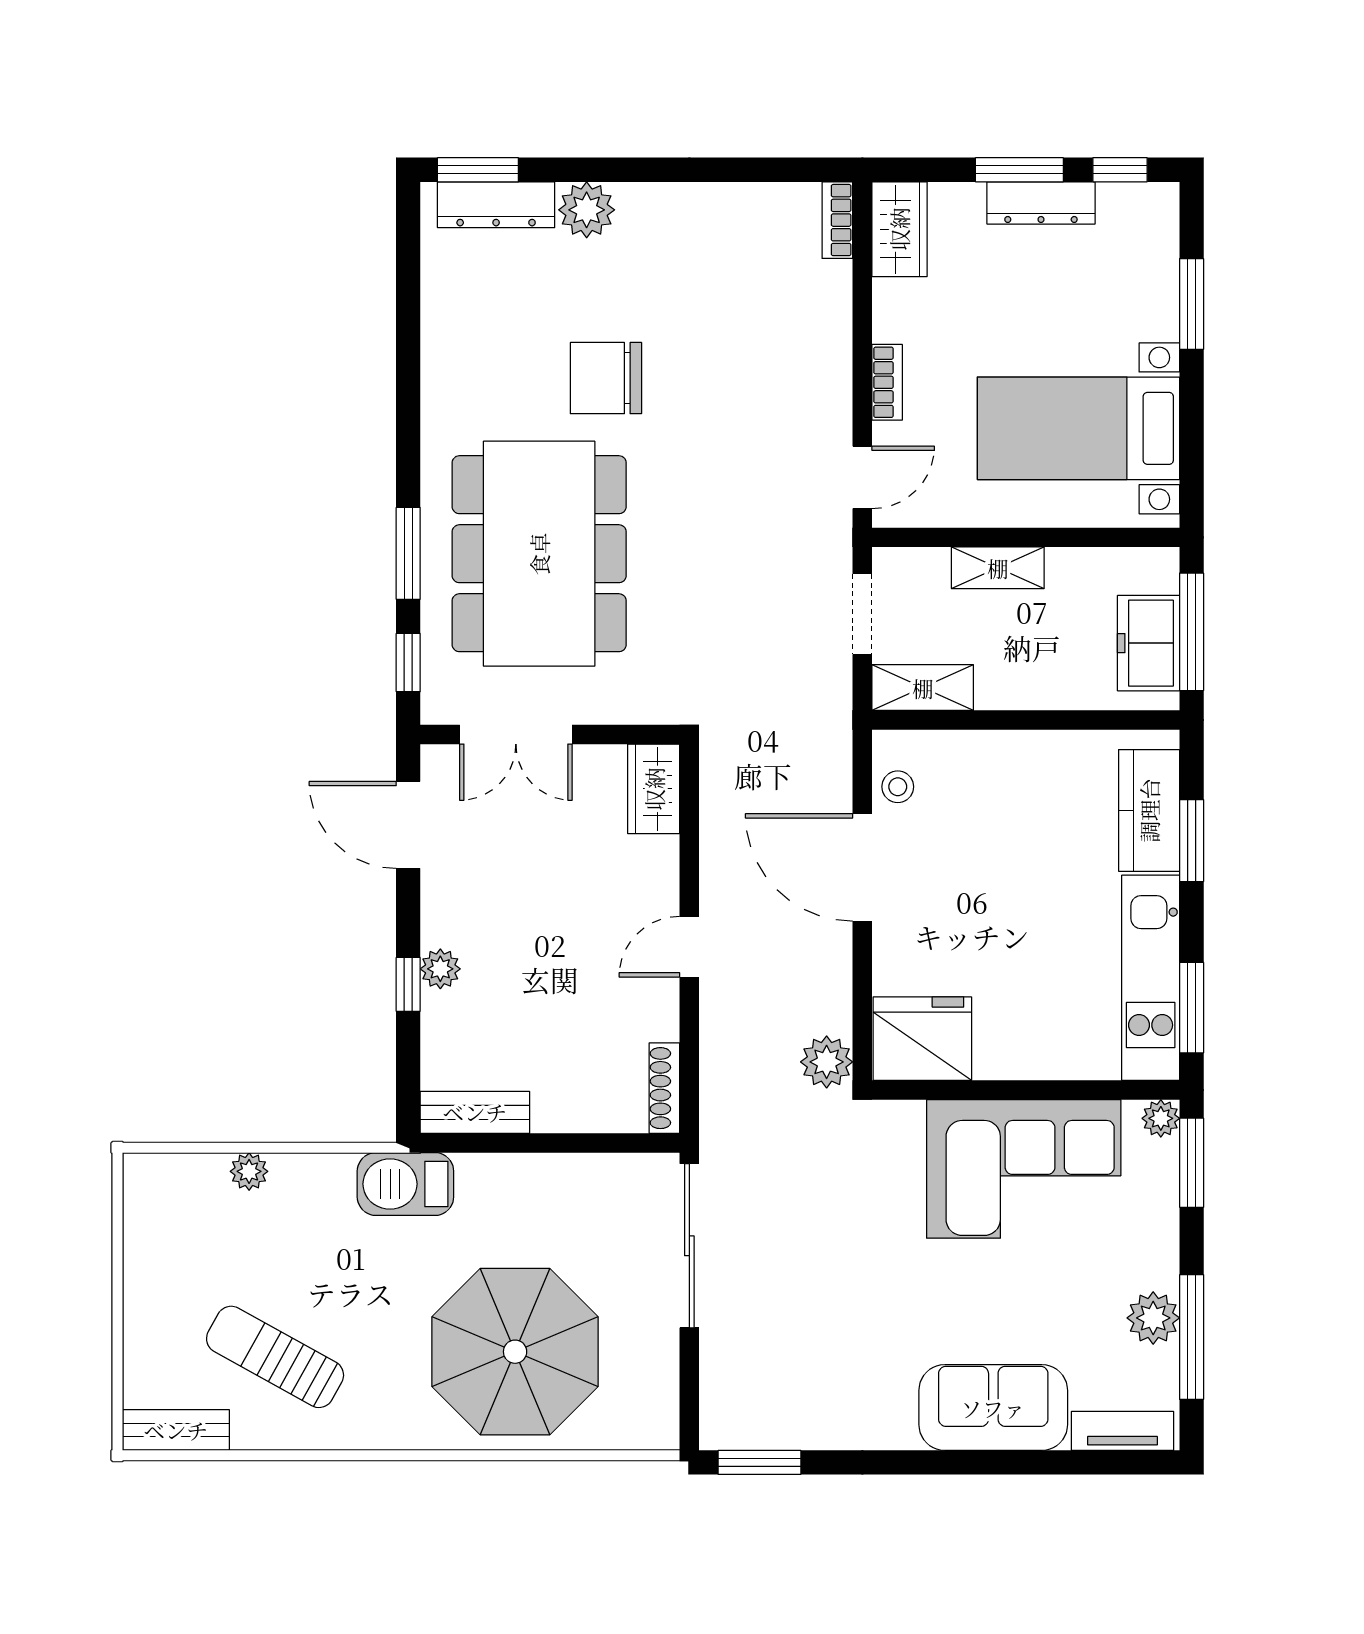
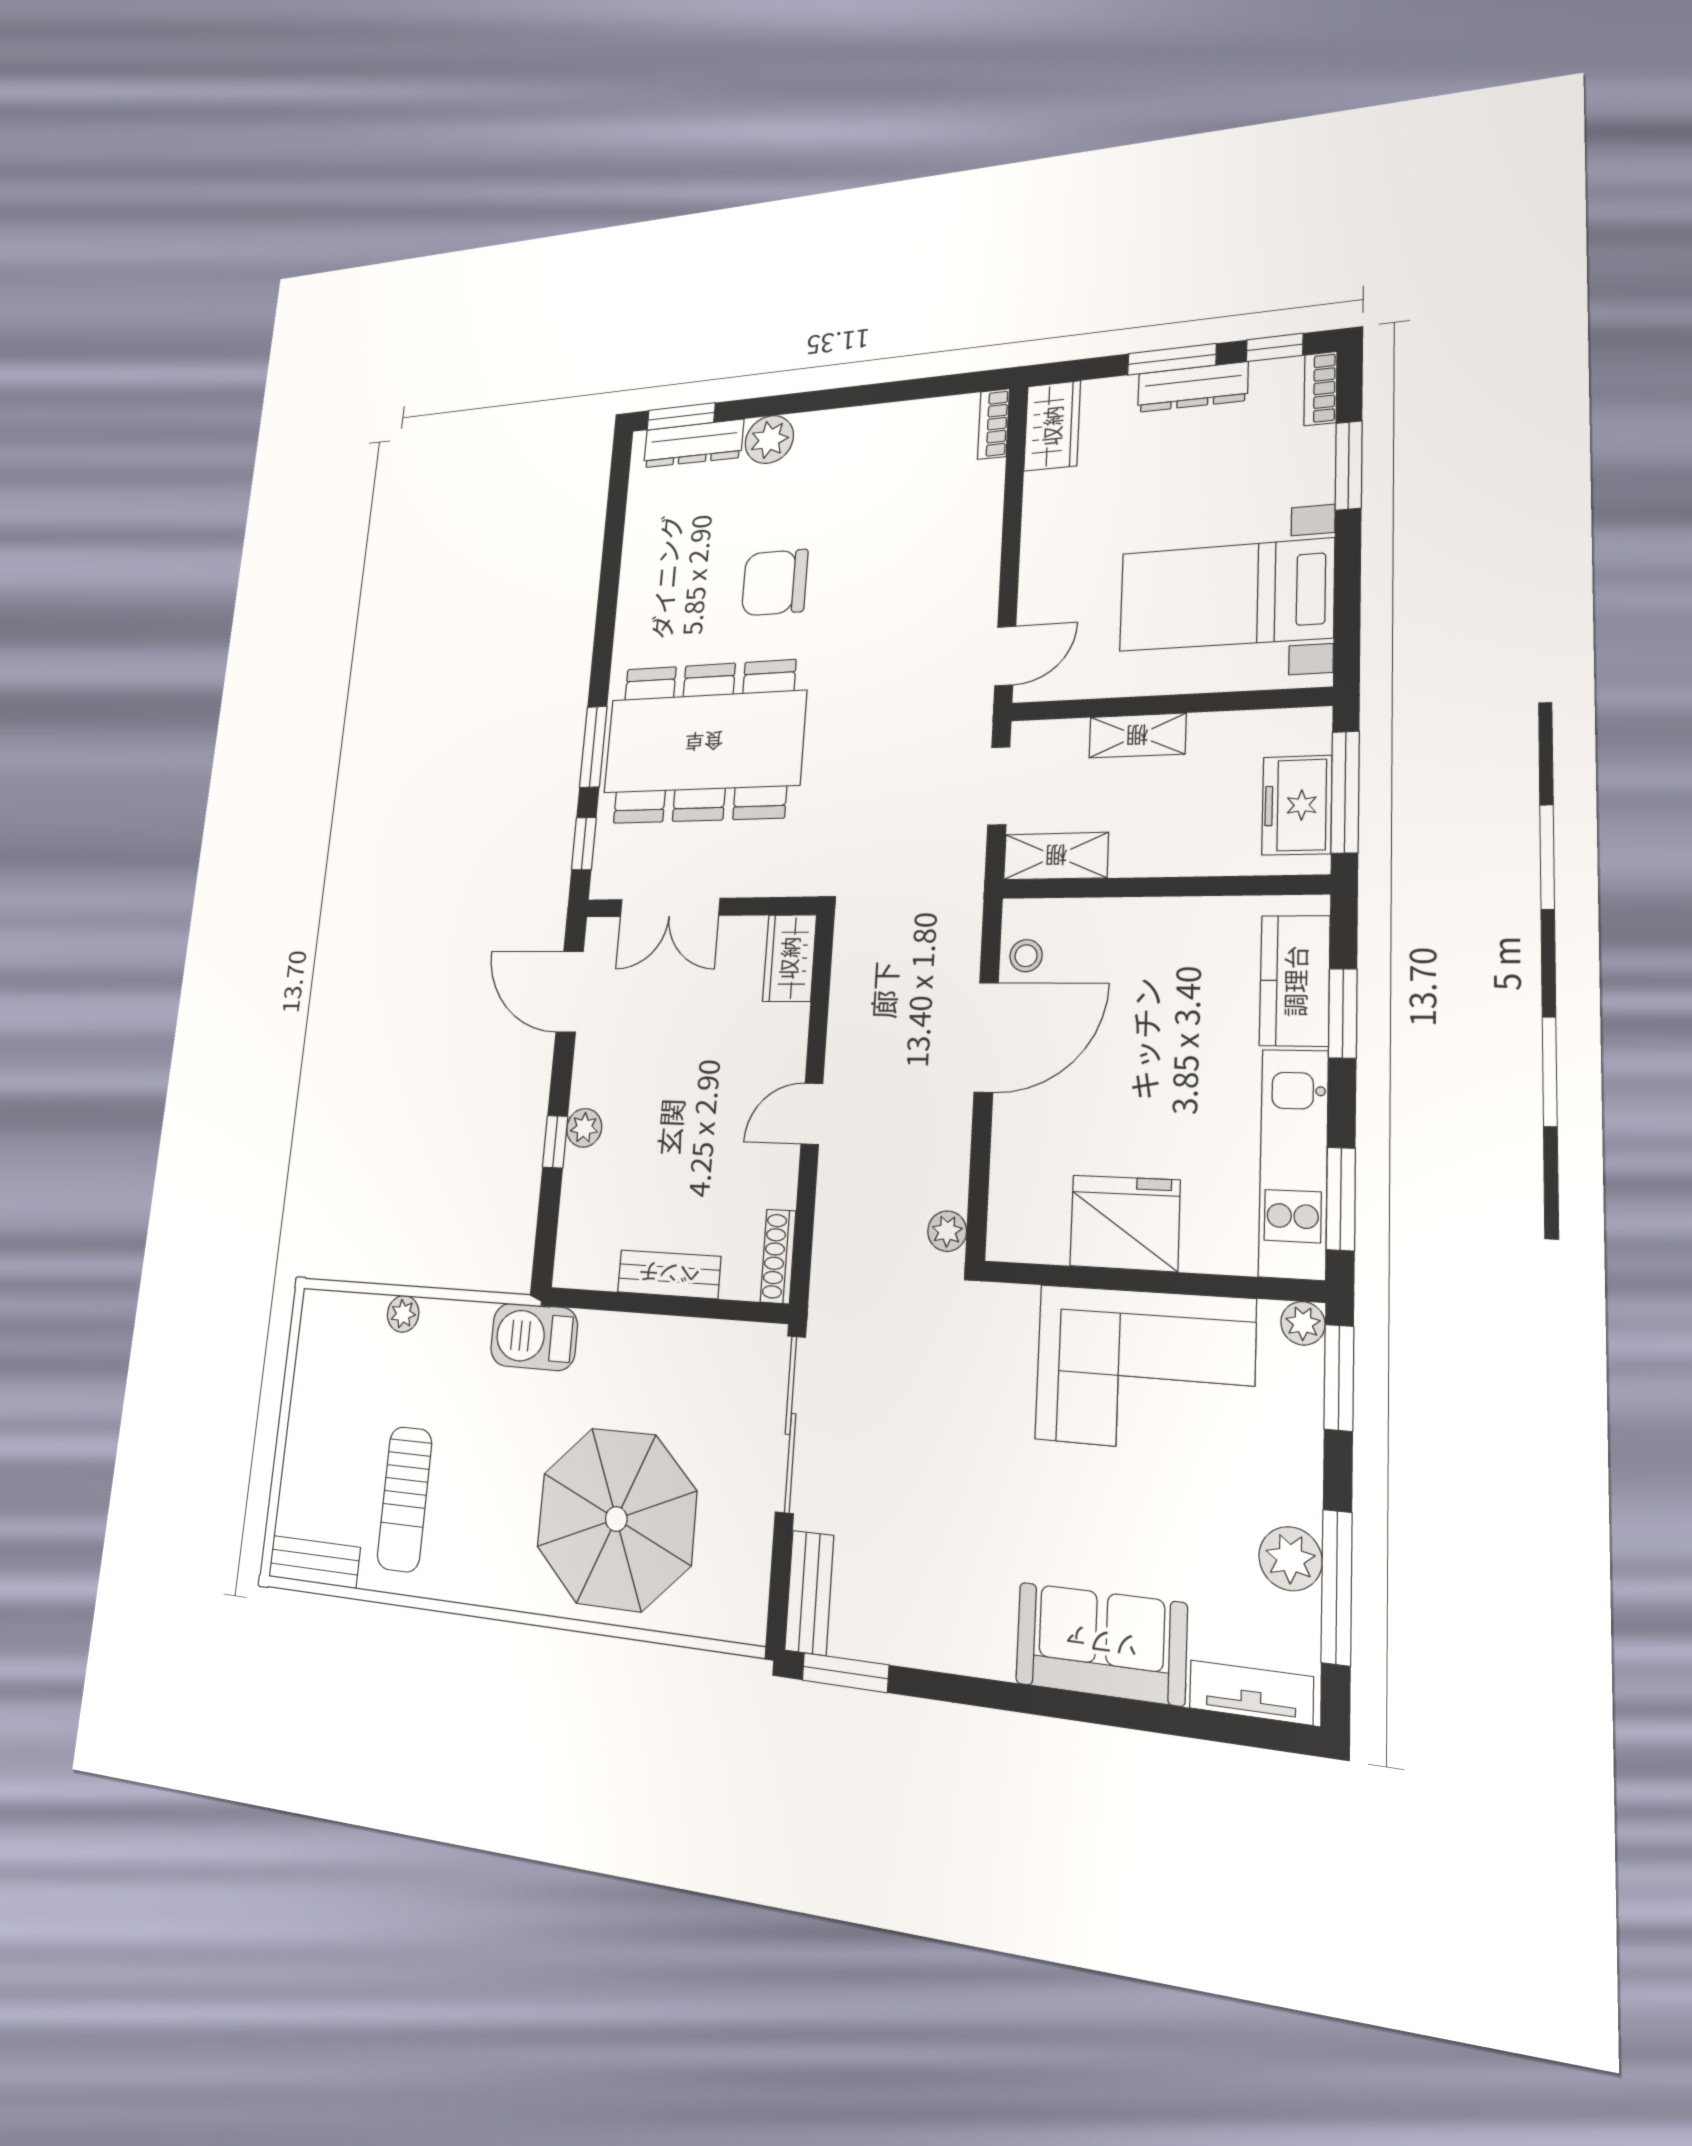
bookcase: (887, 382) -> (1320, 389), moved, turned 180
dining table: (539, 554) -> (704, 742), turned 90
door: (862, 867) -> (986, 1037), swing flipped
fridge: (922, 1039) -> (1125, 1223), moved
plant: (827, 1062) -> (947, 1231), width x0.73, depth x0.73
bench: (475, 1112) -> (669, 1274), moved
sun lounger: (275, 1357) -> (405, 1499), turned -119
bench: (719, 1397) -> (809, 1593), added

